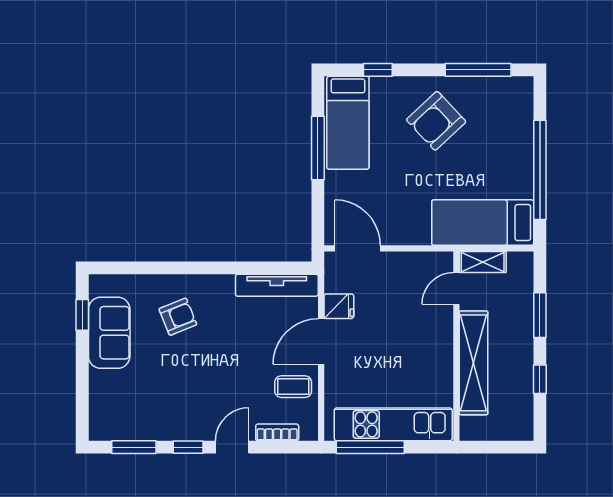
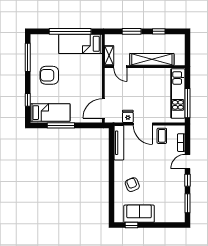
armchair: (436, 121) -> (49, 75), turned 133
bed: (483, 223) -> (81, 44), moved, turned 90
door: (232, 447) -> (187, 162), hinge flipped

